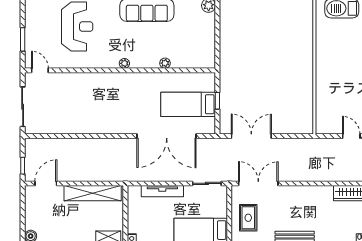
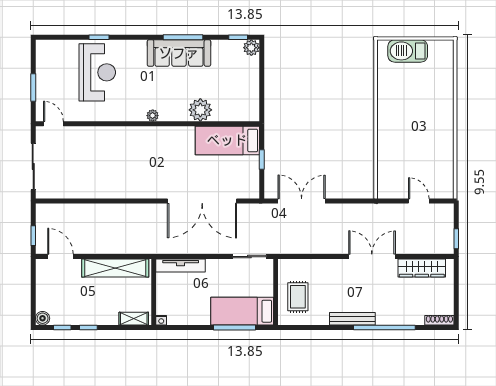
plant: (165, 63) -> (200, 110), width x1.88, depth x1.88
bed: (188, 104) -> (227, 140), moved
door: (46, 183) -> (60, 257), hinge flipped
double door: (258, 183) -> (372, 257), moved
tv unit: (162, 191) -> (181, 266), moved

